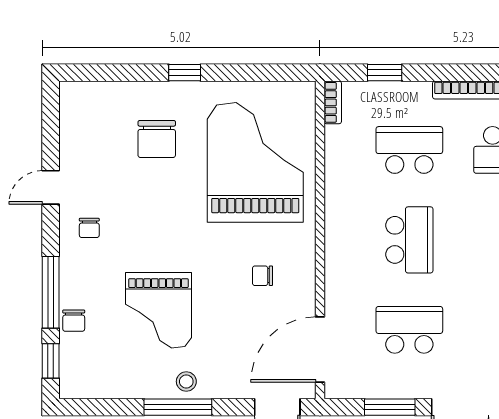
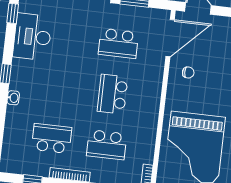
chair: (263, 276) -> (188, 73), moved

